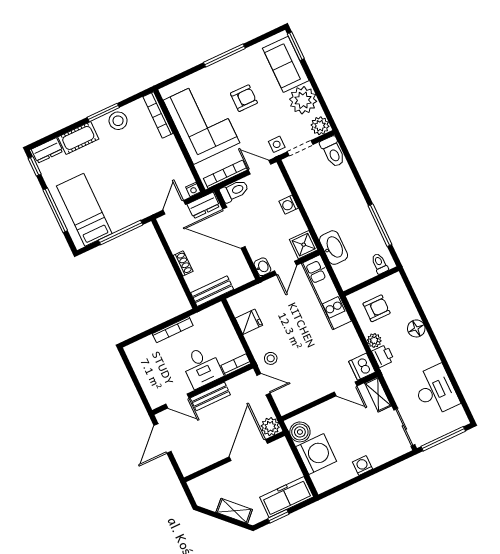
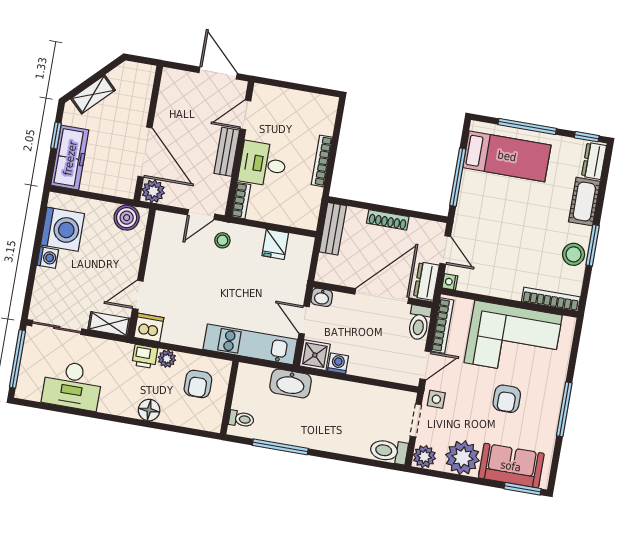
washing machine: (289, 205) -> (338, 363), moved
shoe rack: (183, 263) -> (388, 220), width x1.43
washing machine: (316, 454) -> (63, 229), moved, turned -90

